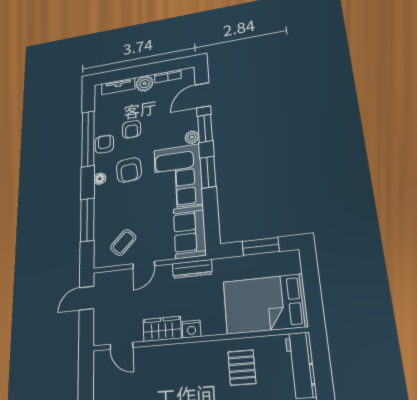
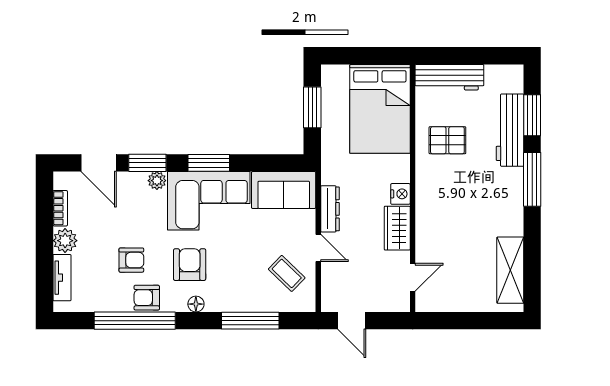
armchair: (129, 170) -> (190, 265), turned -85
dresser: (192, 269) -> (330, 209), moved

